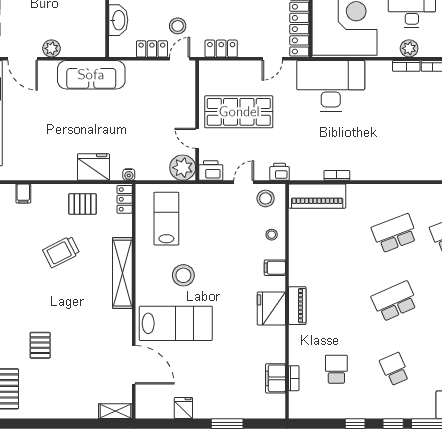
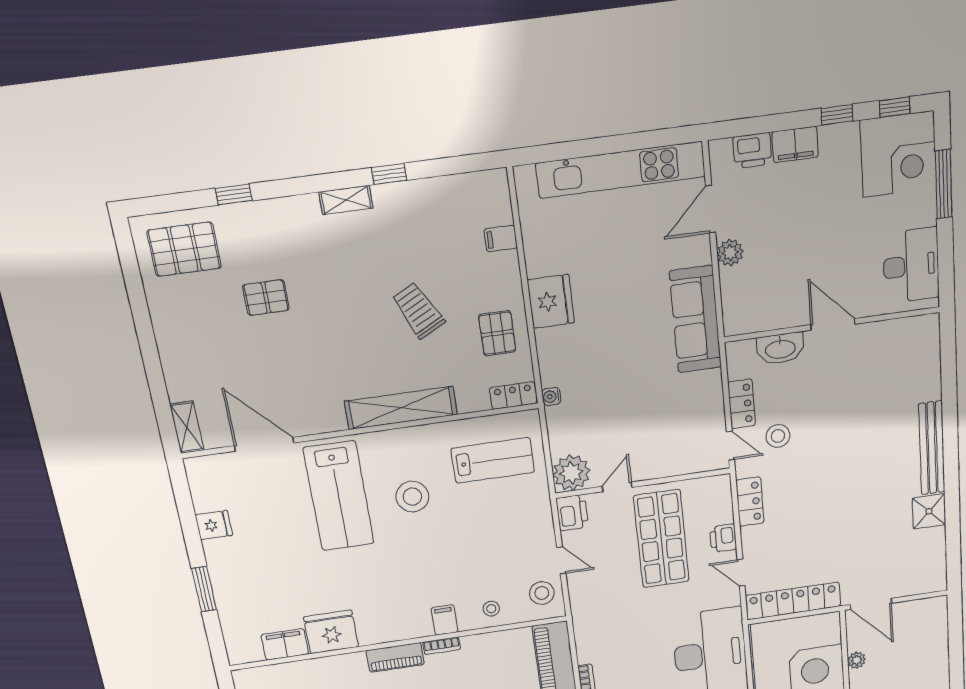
fridge: (93, 167) -> (551, 301), moved
printer: (280, 172) -> (723, 538), moved, turned 180
fridge: (271, 309) -> (331, 632), moved
door: (134, 365) -> (264, 444), swing flipped
bookcase: (294, 378) -> (442, 646), moved

